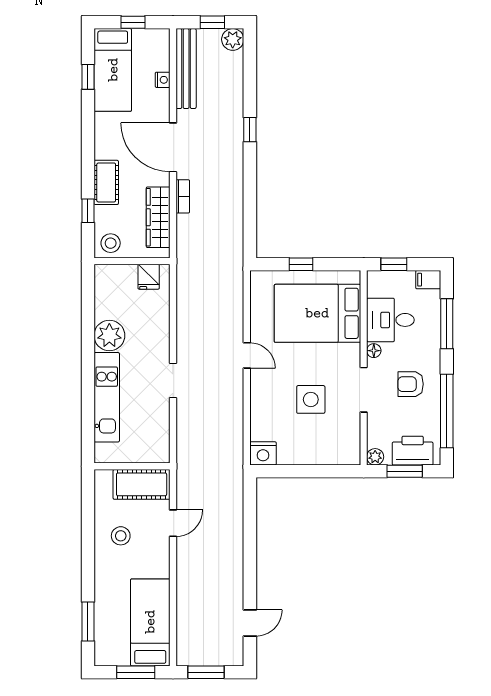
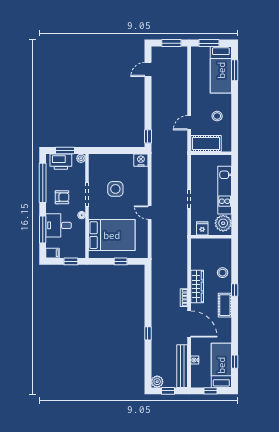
wall: (132, 261) -> (211, 237), moved
fridge: (149, 277) -> (202, 228), moved
desk: (390, 320) -> (59, 225), moved, turned 180
window: (250, 498) -> (148, 136), added
bed: (150, 622) -> (221, 70), moved

